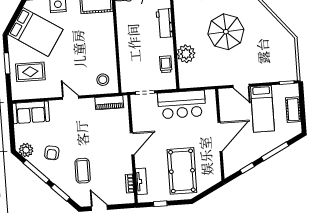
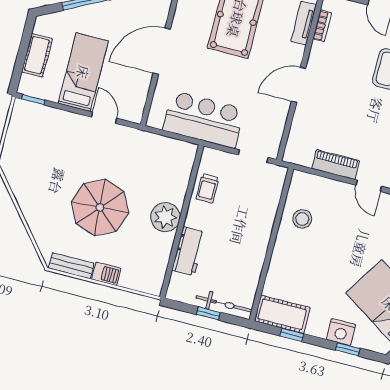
plant: (186, 54) -> (165, 217), moved
stool: (103, 80) -> (302, 219), moved
piano: (109, 103) -> (336, 165), moved

